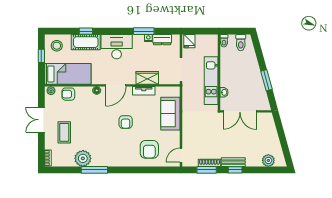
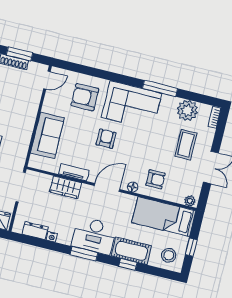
window: (144, 31) -> (84, 254), moved
armchair: (68, 94) -> (155, 179), moved
armchair: (149, 149) -> (85, 97), turned -90
corner sofa: (113, 152) -> (132, 105), added
plant: (83, 158) -> (187, 110), moved

